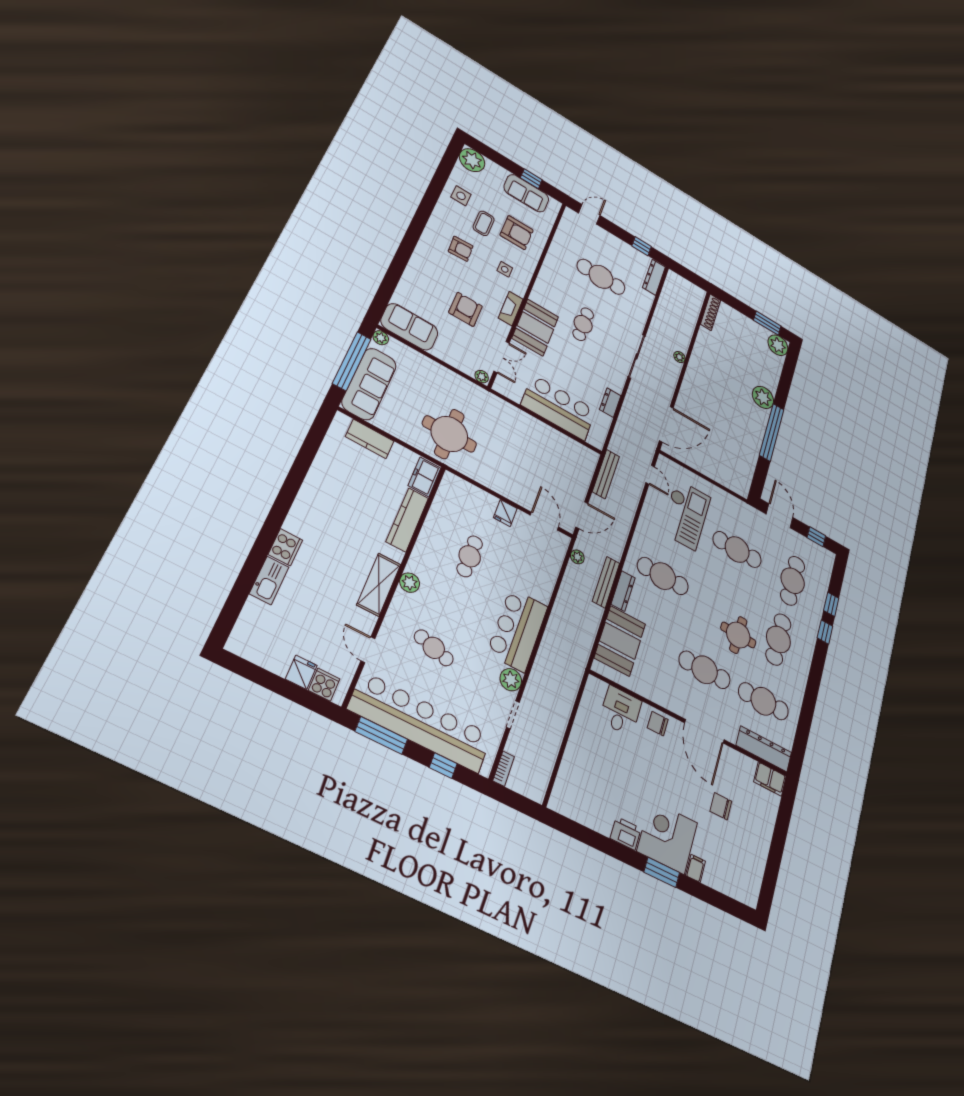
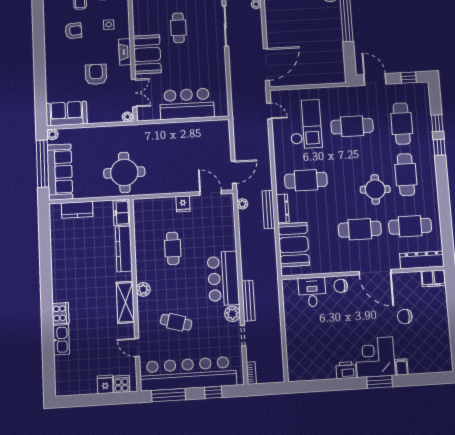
dresser: (610, 403) -> (221, 75), removed
bench: (606, 474) -> (248, 301), moved

